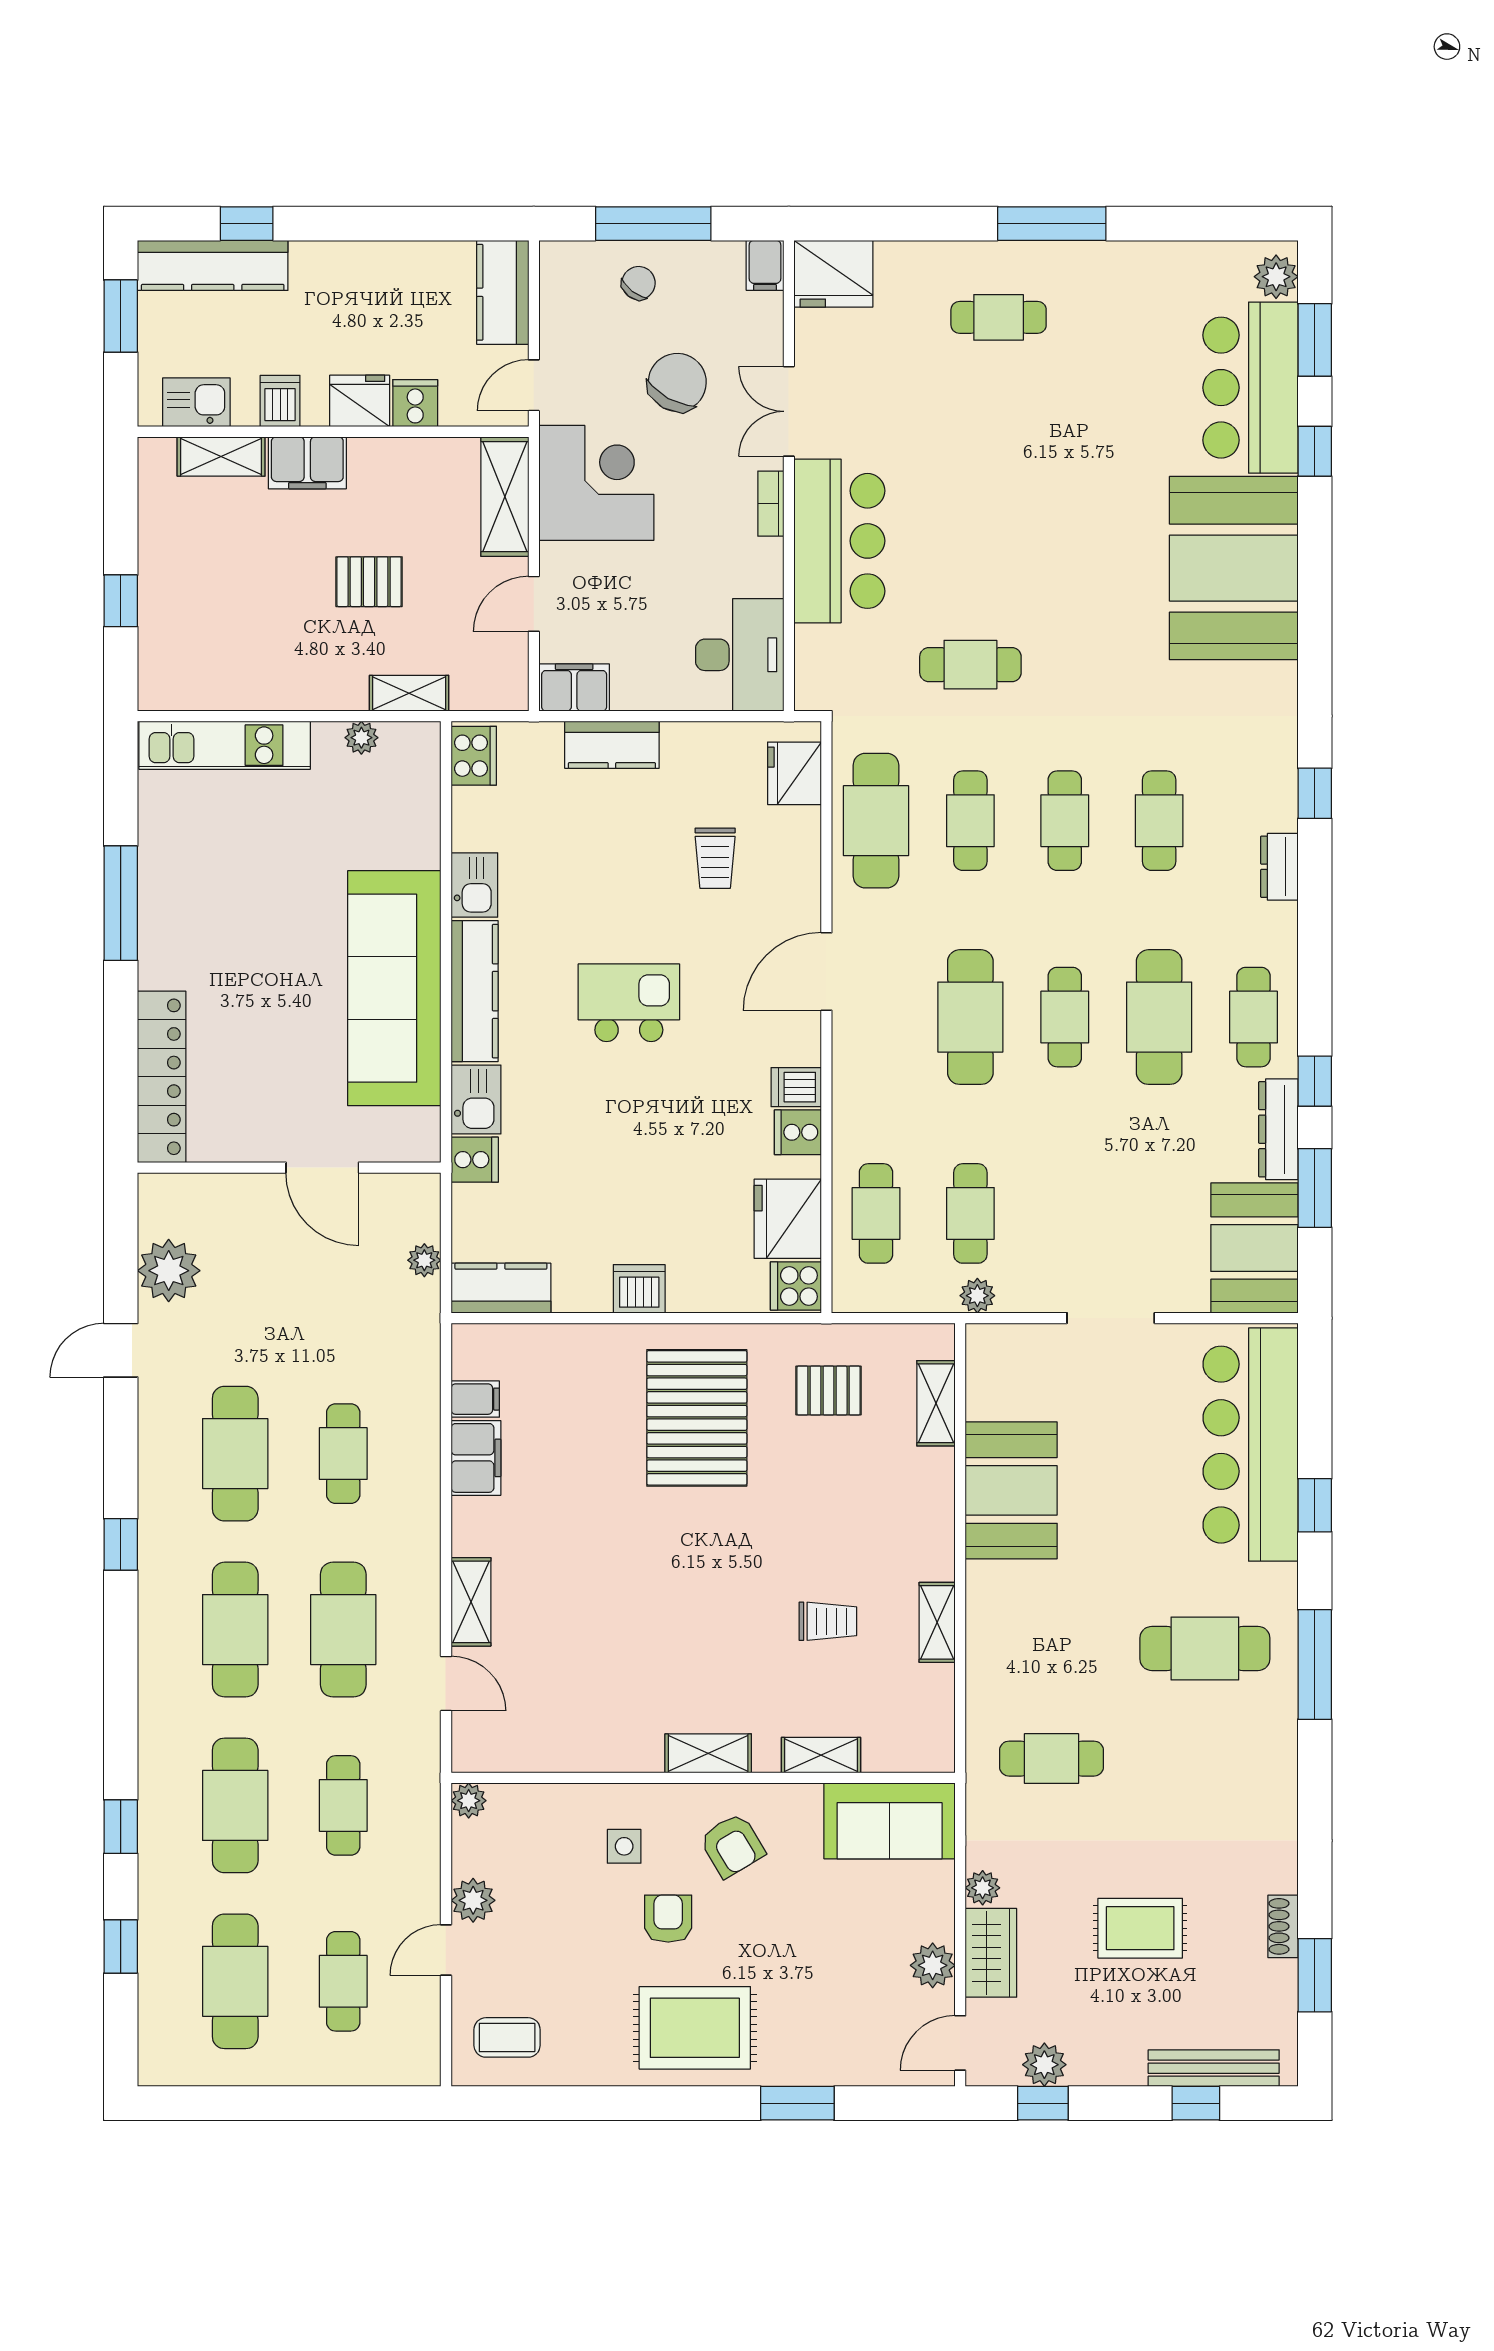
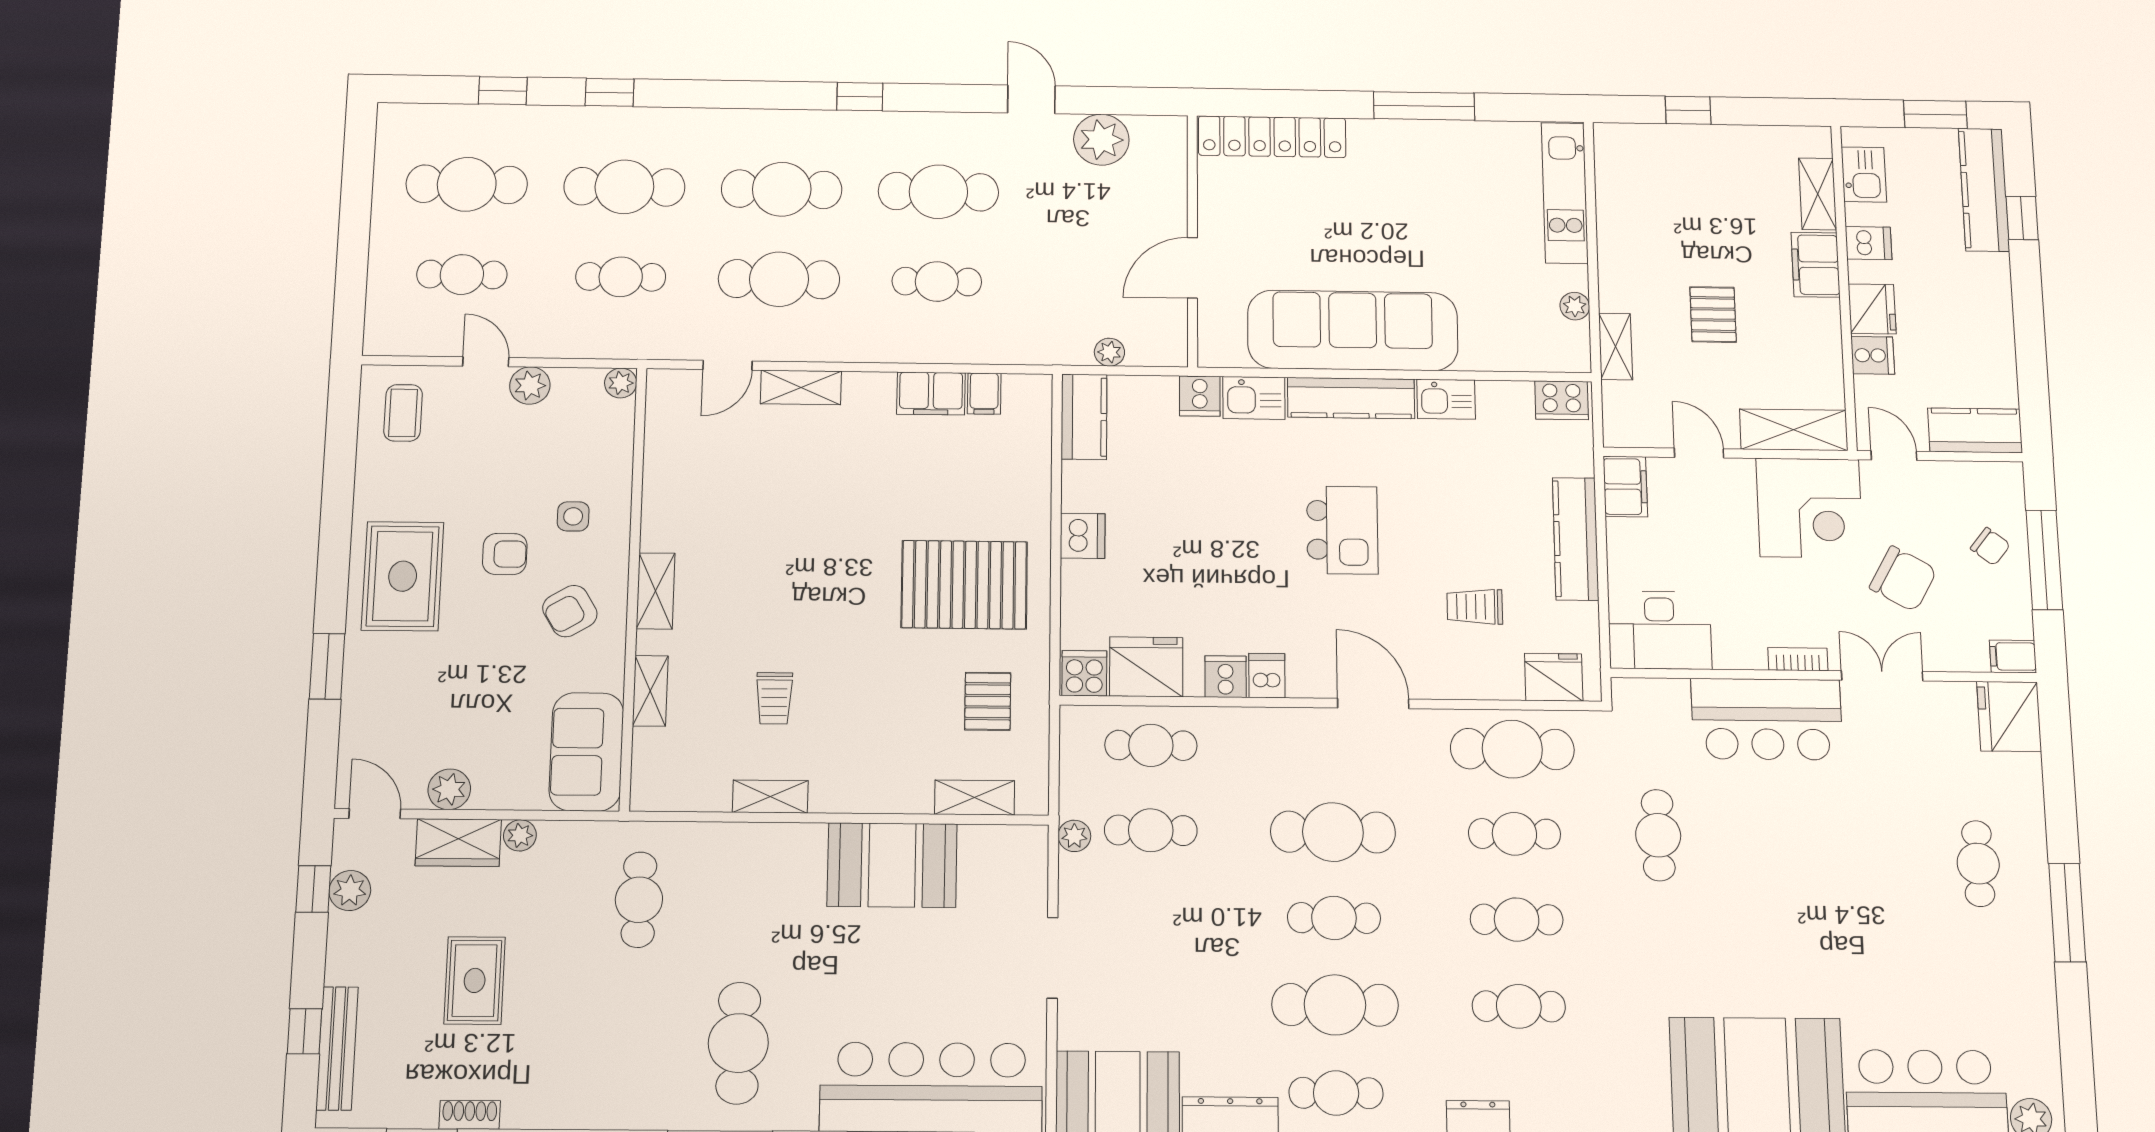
kitchen counter: (612, 745) -> (1576, 539), width x1.50

